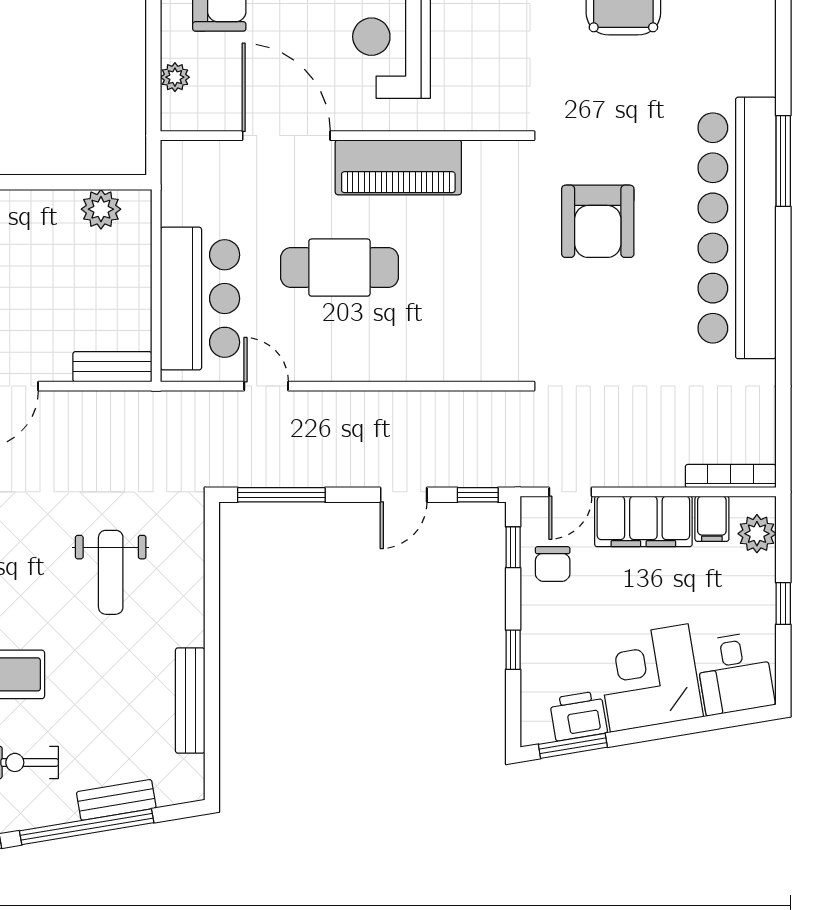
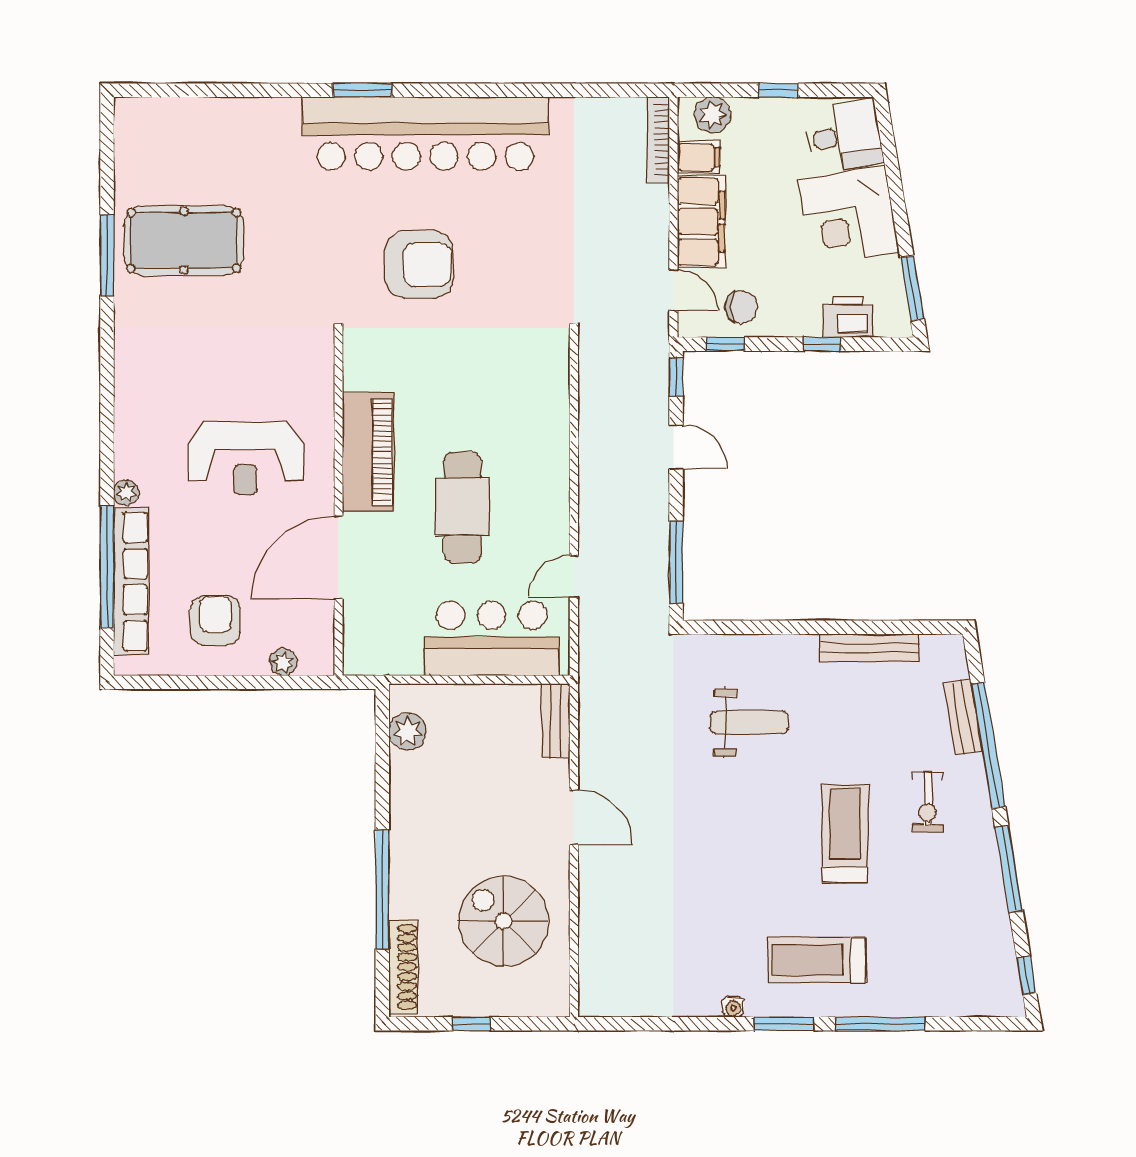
window: (783, 161) -> (362, 90), width x0.69
printer: (578, 716) -> (848, 317), moved, turned 99

